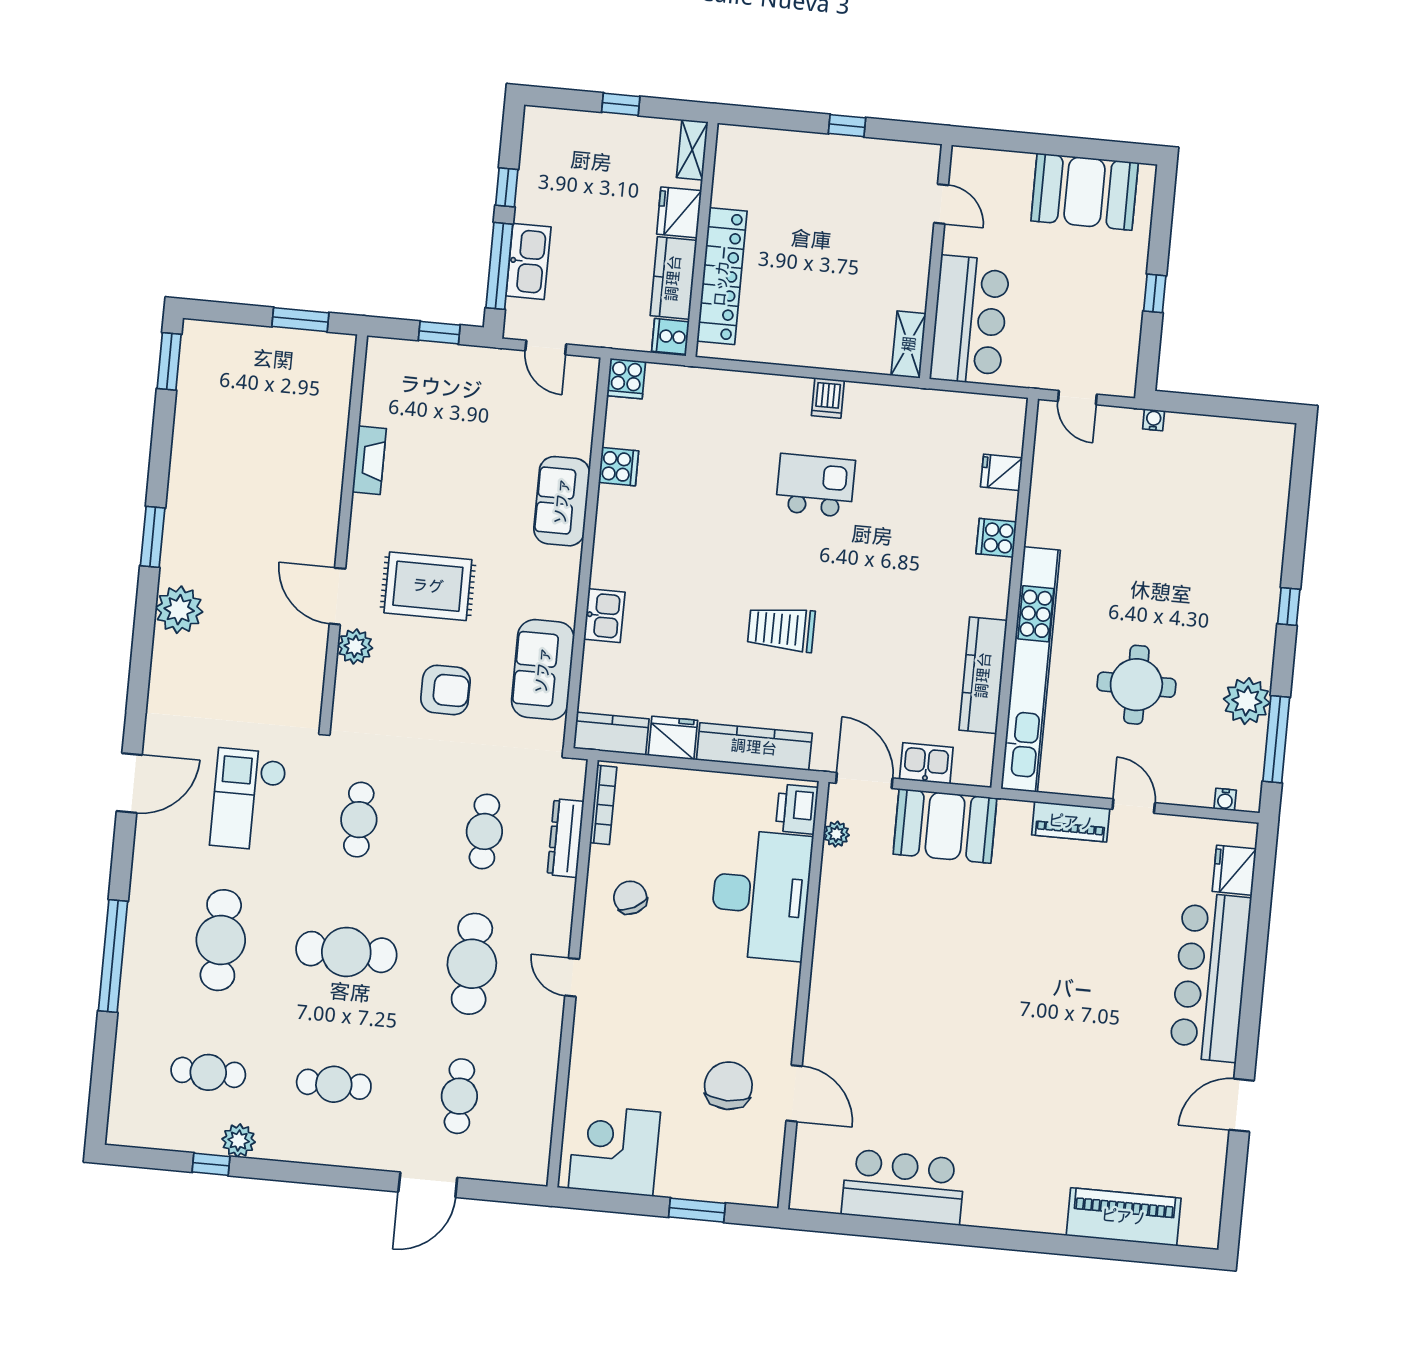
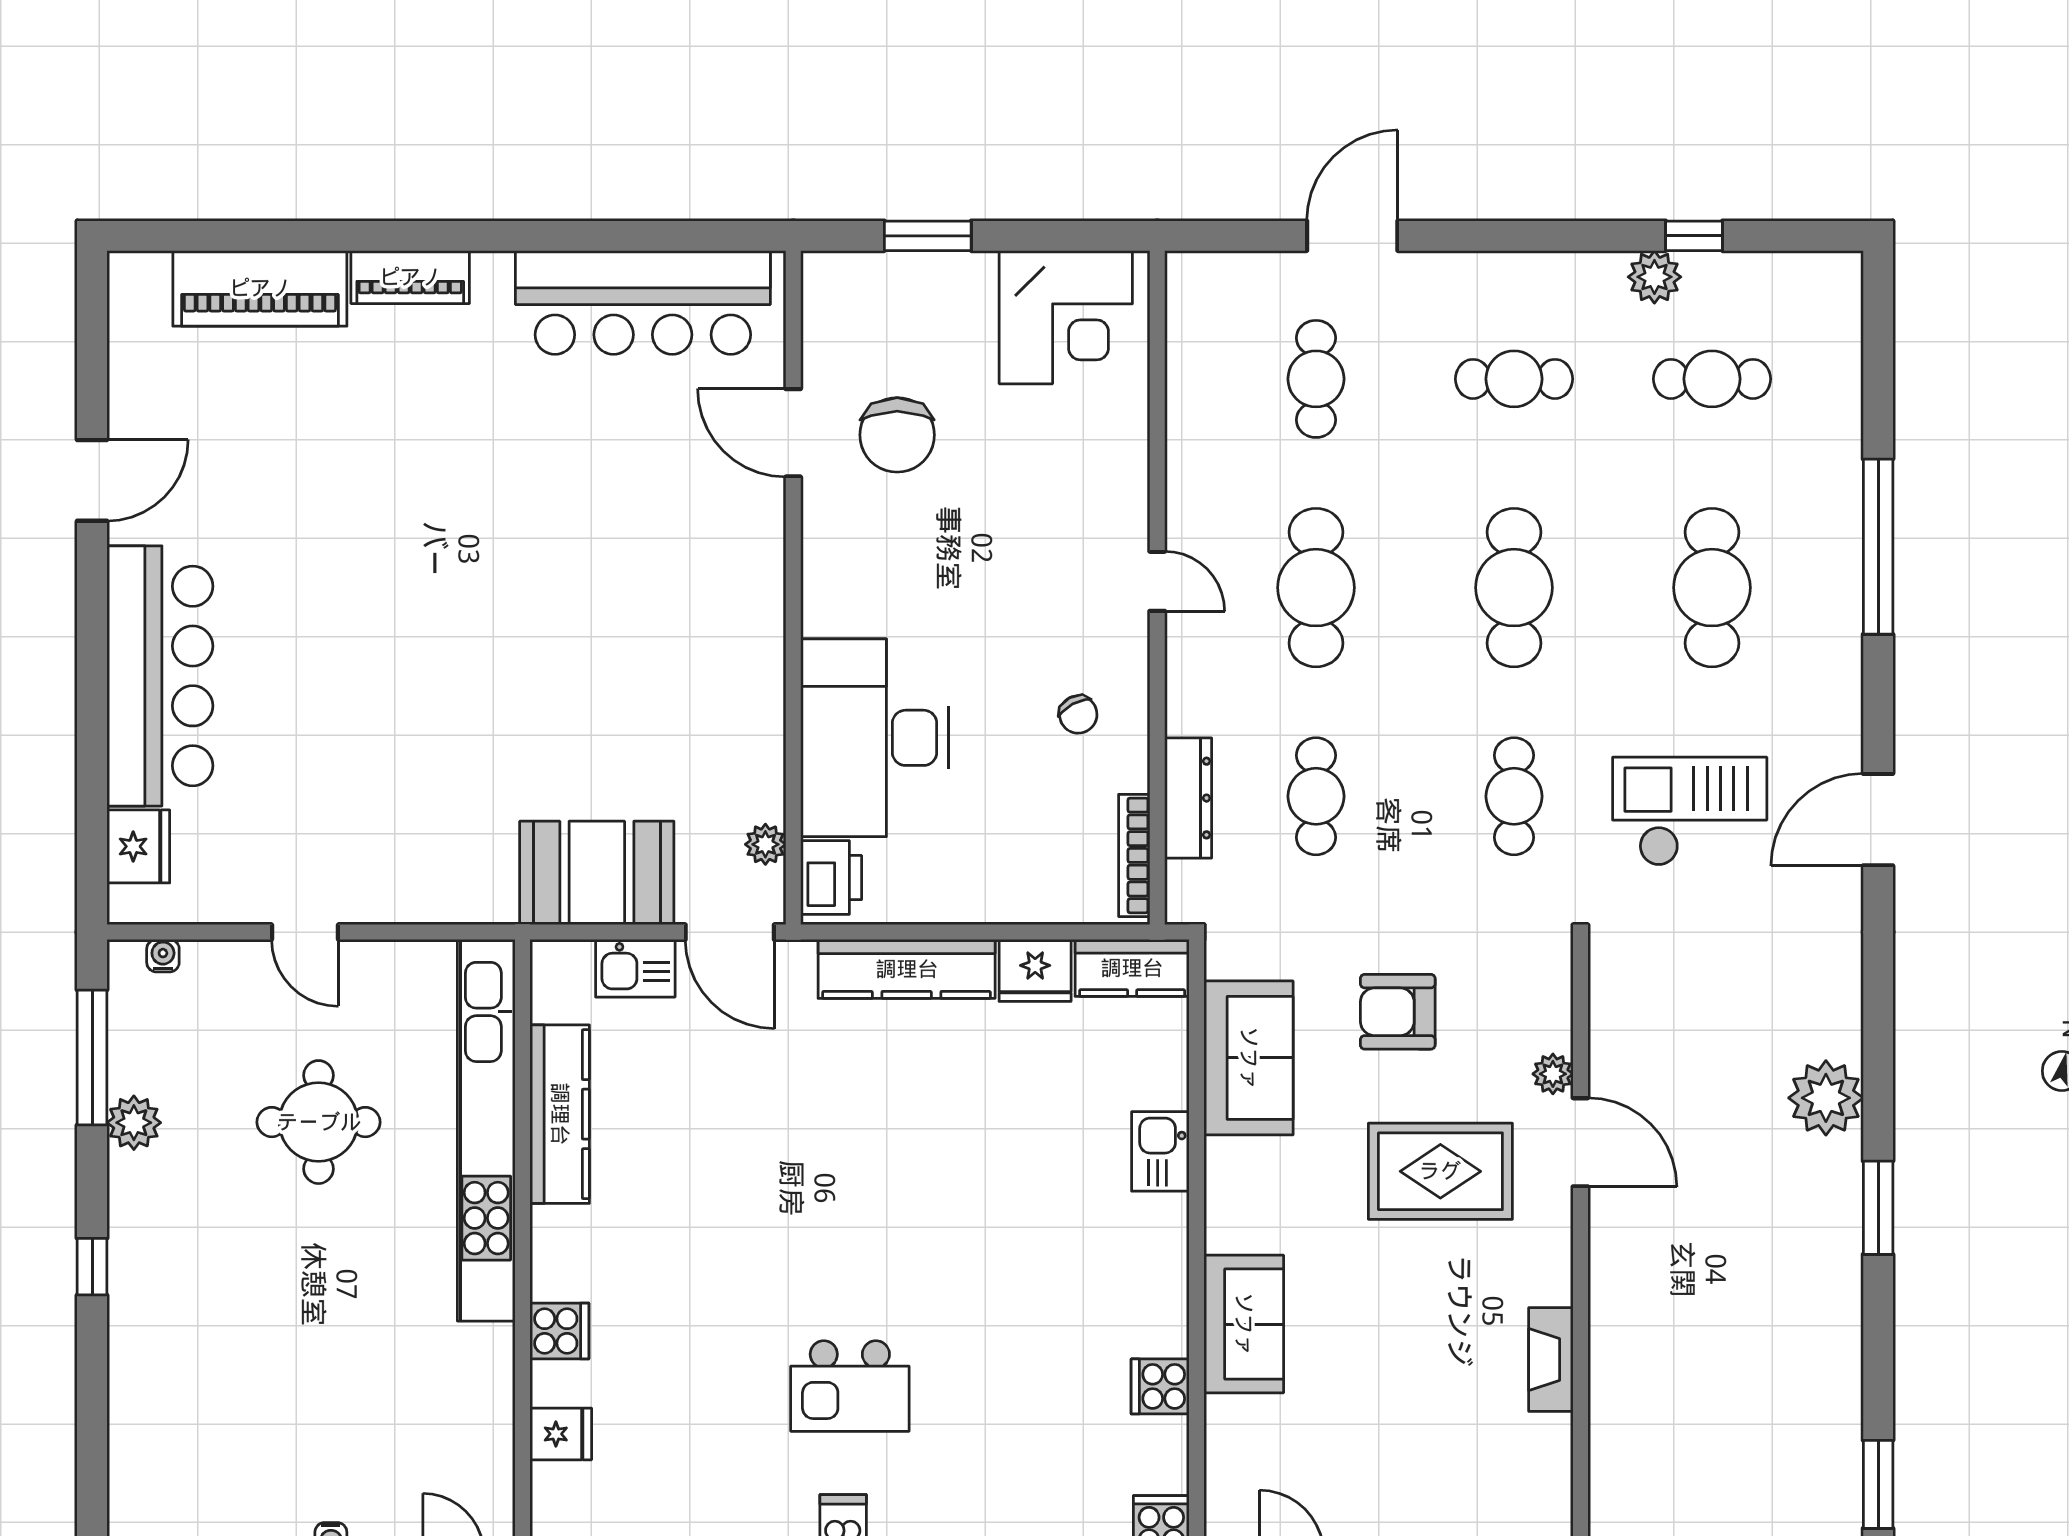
trolley: (781, 629) -> (882, 1157), removed
plant: (355, 646) -> (1553, 1074), width x0.73, depth x0.73
plant: (1247, 701) -> (134, 1123), width x0.73, depth x0.73
checkout: (248, 800) -> (1690, 811), turned -90
piano: (1071, 822) -> (410, 277), moved, turned 180
chair: (630, 898) -> (1078, 714), width x0.73, depth x0.73
cafe table: (346, 952) -> (1514, 588), turned 90
bar counter: (903, 1187) -> (643, 302), width x1.36

